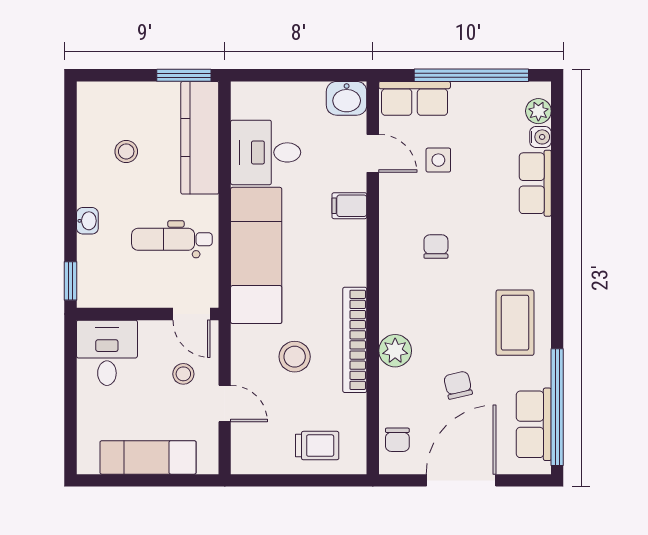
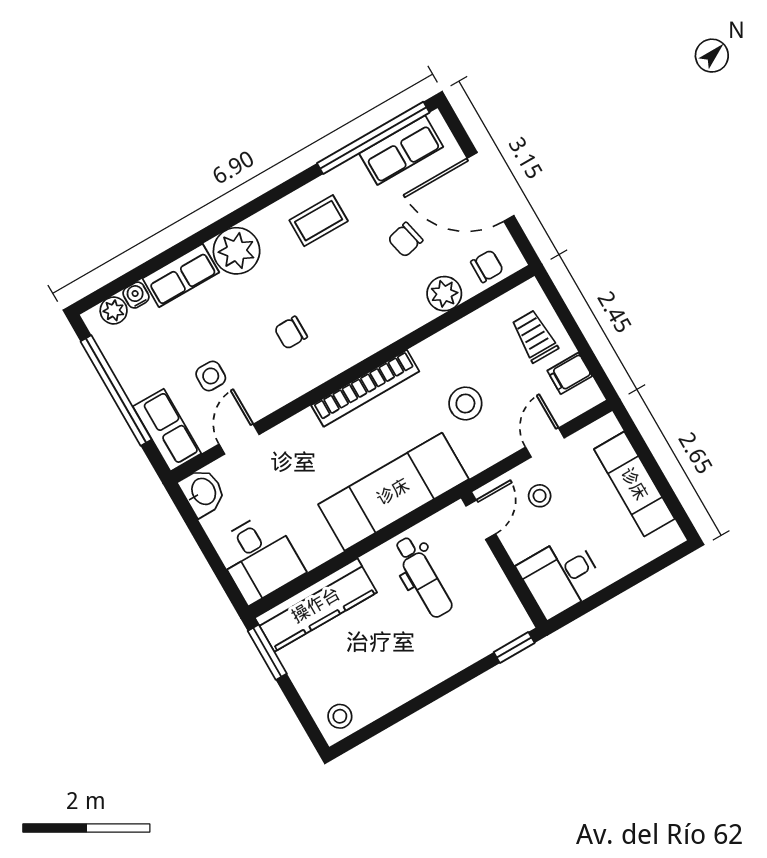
stool: (126, 151) -> (340, 716), moved
desk: (266, 152) -> (259, 558), moved
filing cabinet: (349, 206) -> (570, 373), moved, turned 90
washbasin: (87, 221) -> (451, 664), removed
plant: (529, 241) -> (237, 251), added
coffee table: (515, 323) -> (319, 221), width x0.73, depth x0.77
bookcase: (355, 340) -> (365, 388), moved
plant: (395, 351) -> (444, 294), moved

